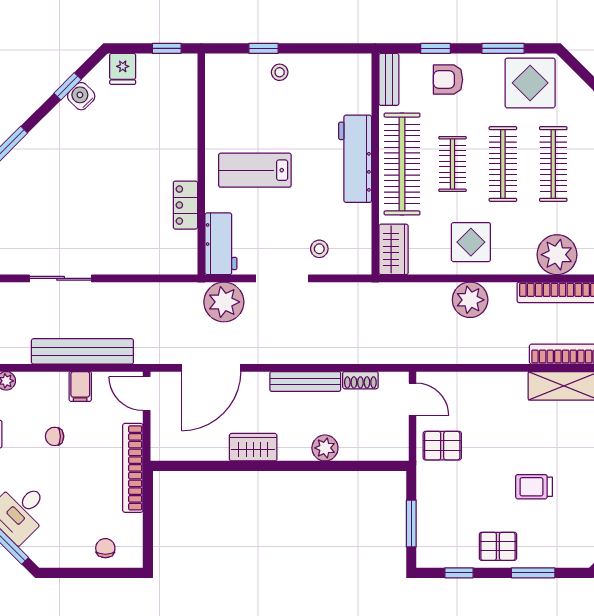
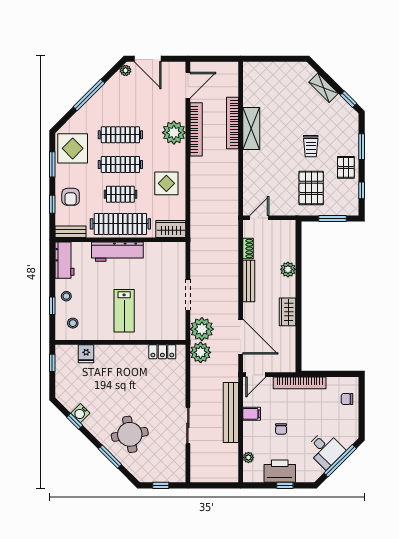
fridge: (123, 69) -> (86, 354), moved, turned 90
round table: (45, 180) -> (130, 434), added
locker: (185, 205) -> (162, 352), moved
workbench: (221, 244) -> (65, 260), moved, turned 90
stool: (319, 249) -> (73, 323), moved
plant: (470, 300) -> (201, 352), moved
pallet: (442, 446) -> (311, 188), moved, width x1.50, depth x1.42

